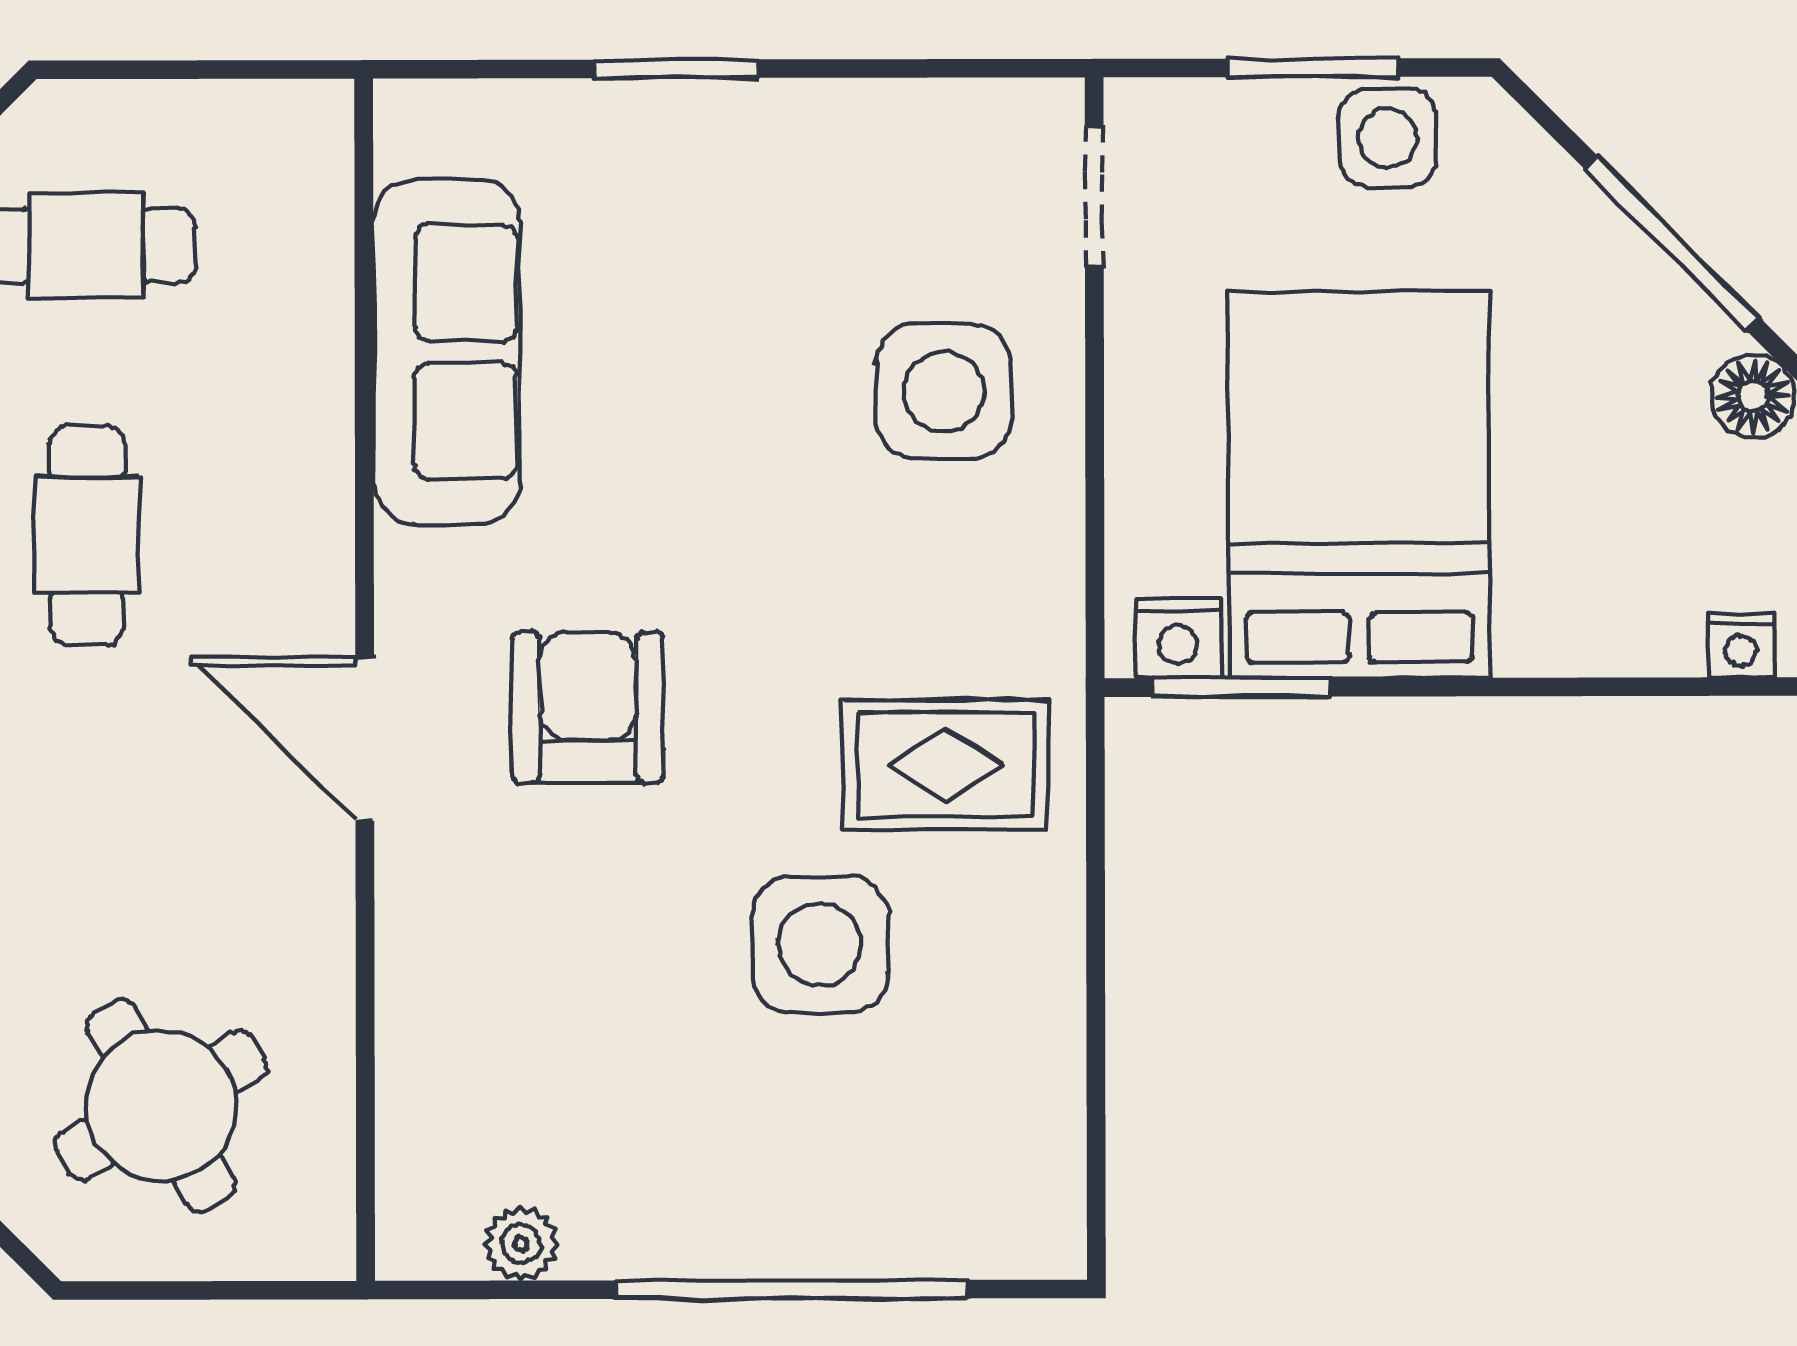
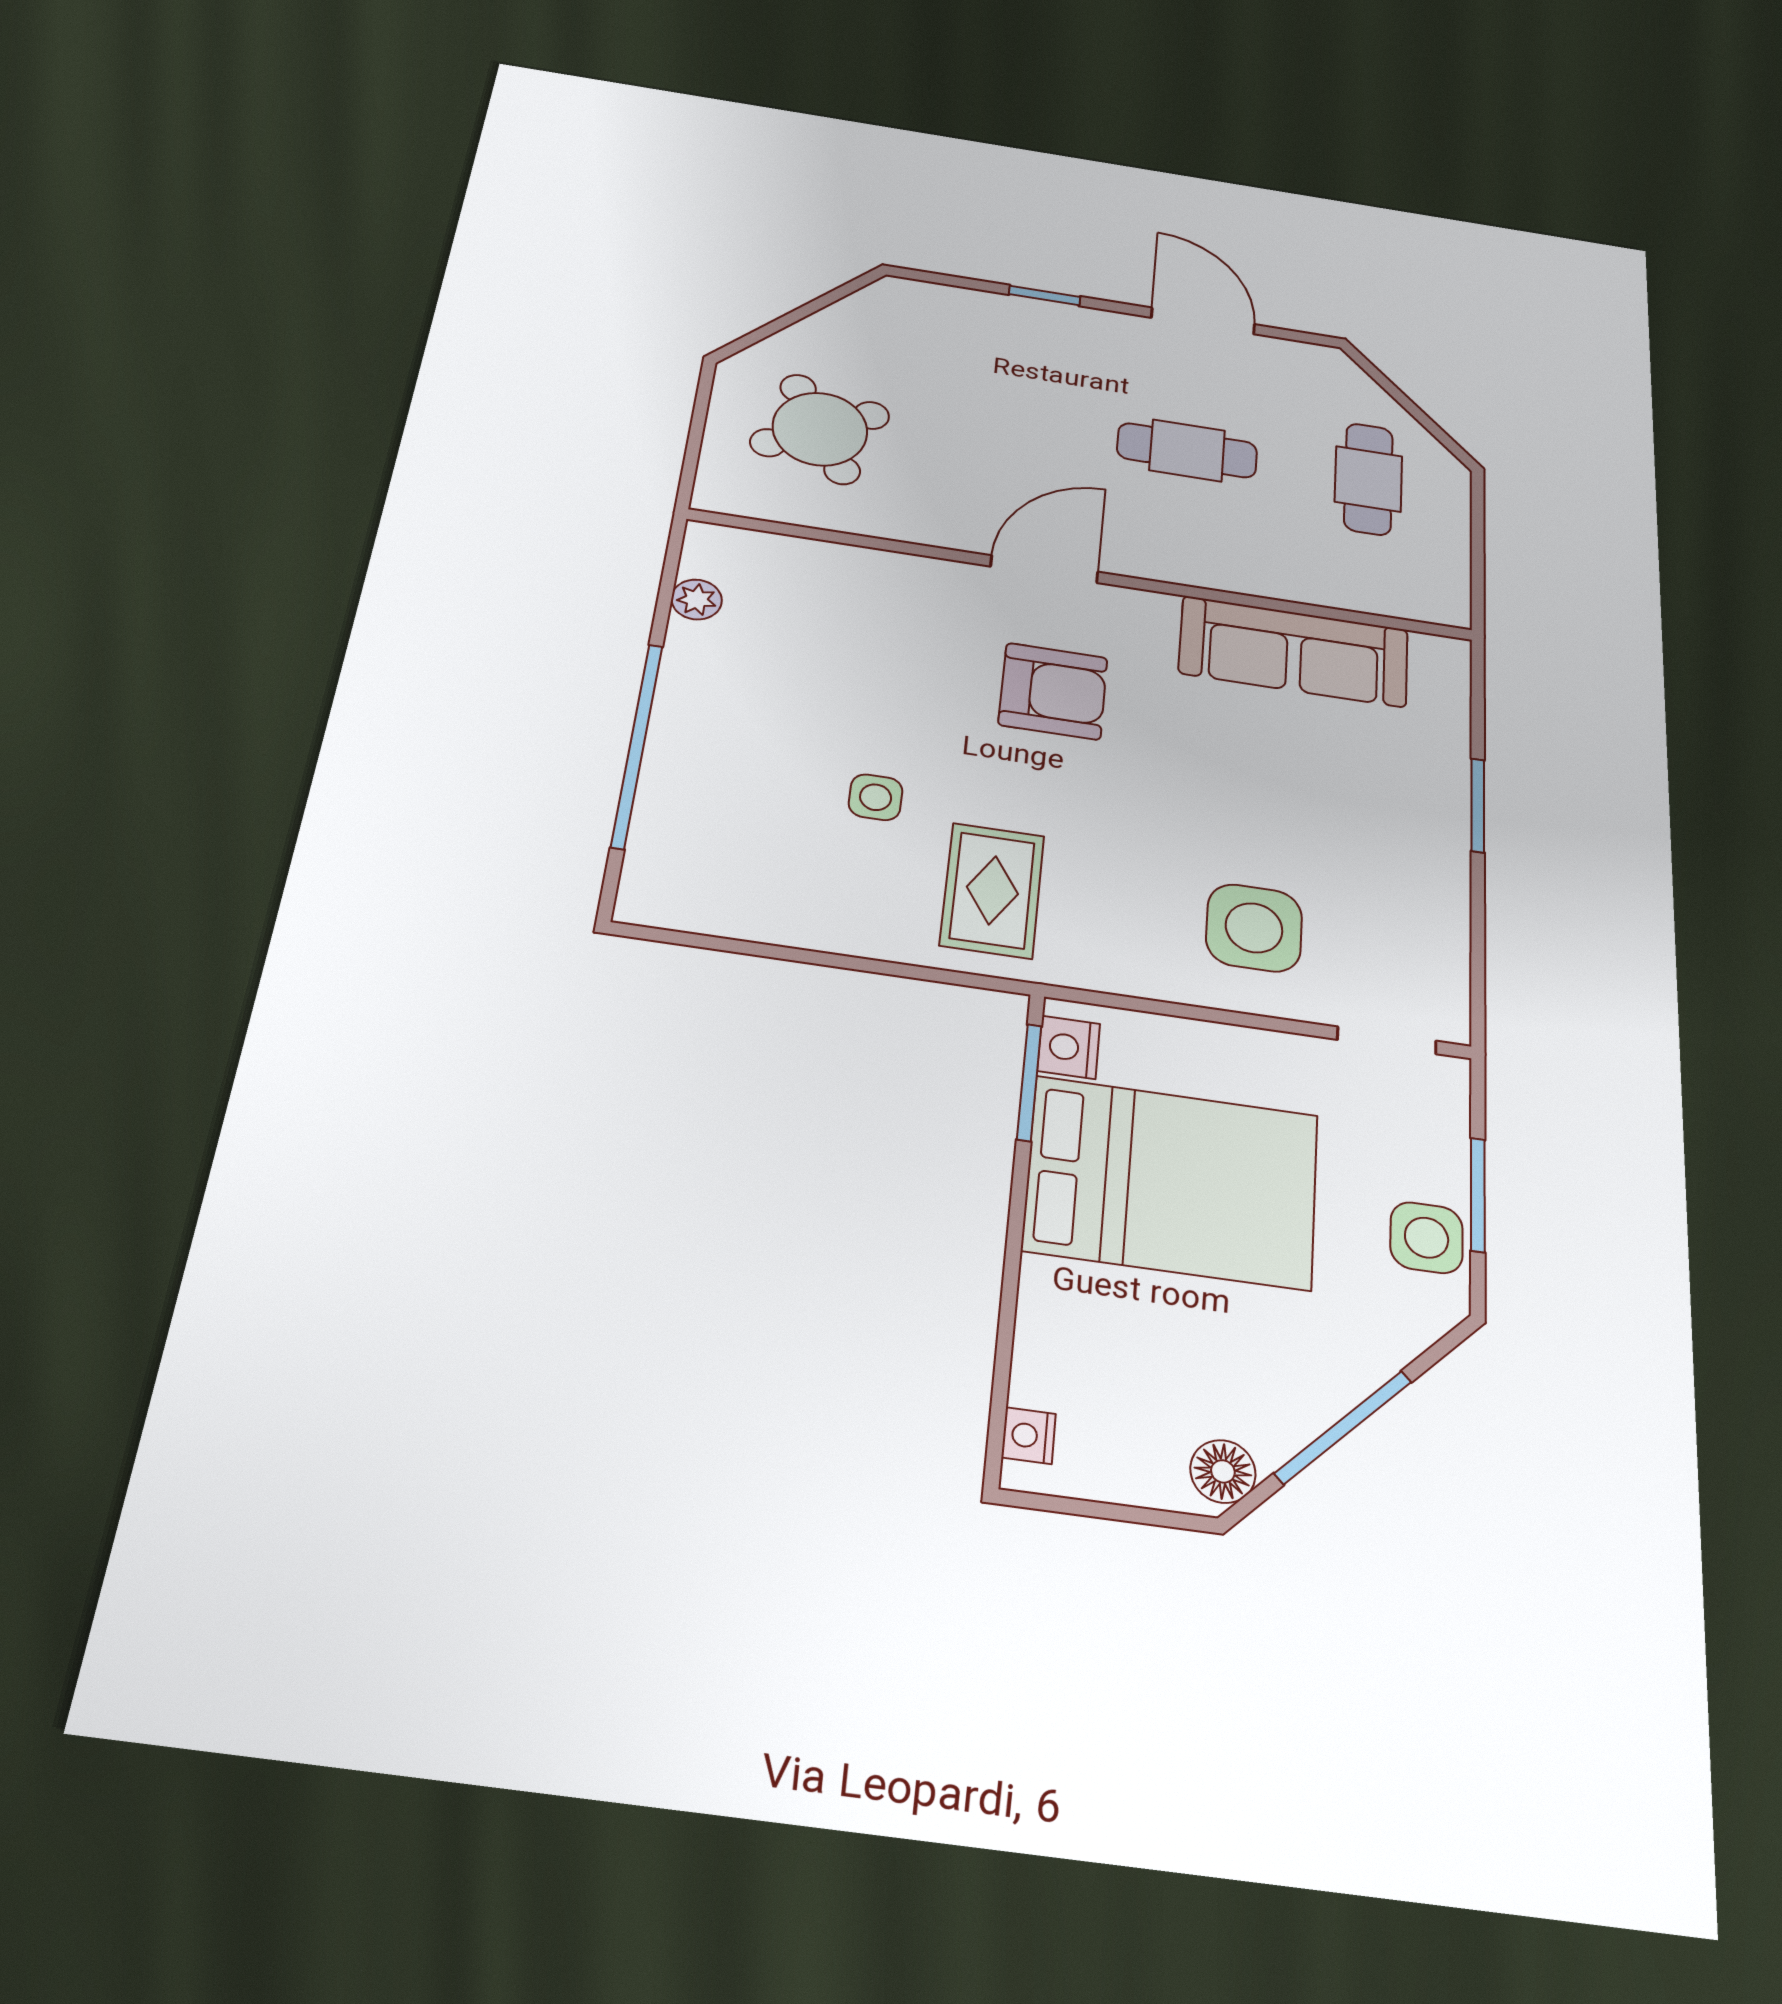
side table: (820, 944) -> (876, 797), width x0.54, depth x0.54

